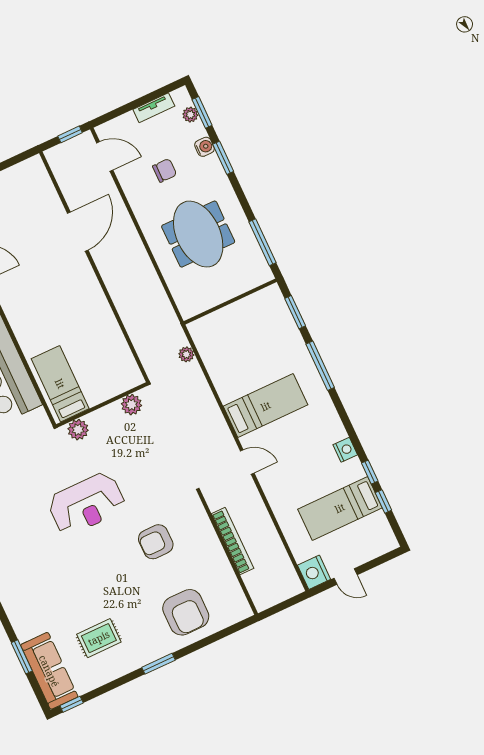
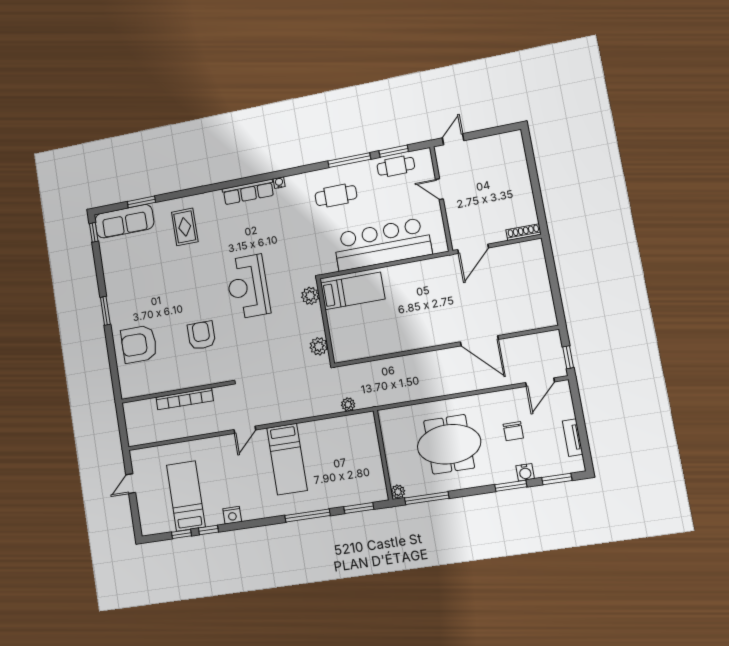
plant: (190, 115) -> (398, 492), moved
nightstand: (314, 572) -> (141, 459), removed
rug: (99, 638) -> (185, 227), moved

